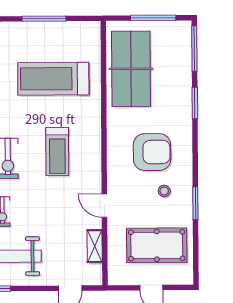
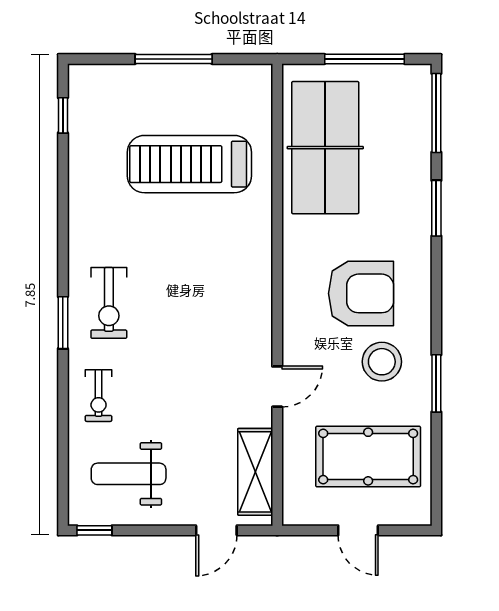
treadmill: (57, 151) -> (195, 291), removed
stool: (164, 191) -> (382, 362), width x1.89, depth x1.89
door: (104, 206) -> (277, 387), swing flipped
shelving: (95, 246) -> (255, 472), width x1.50, depth x1.33

